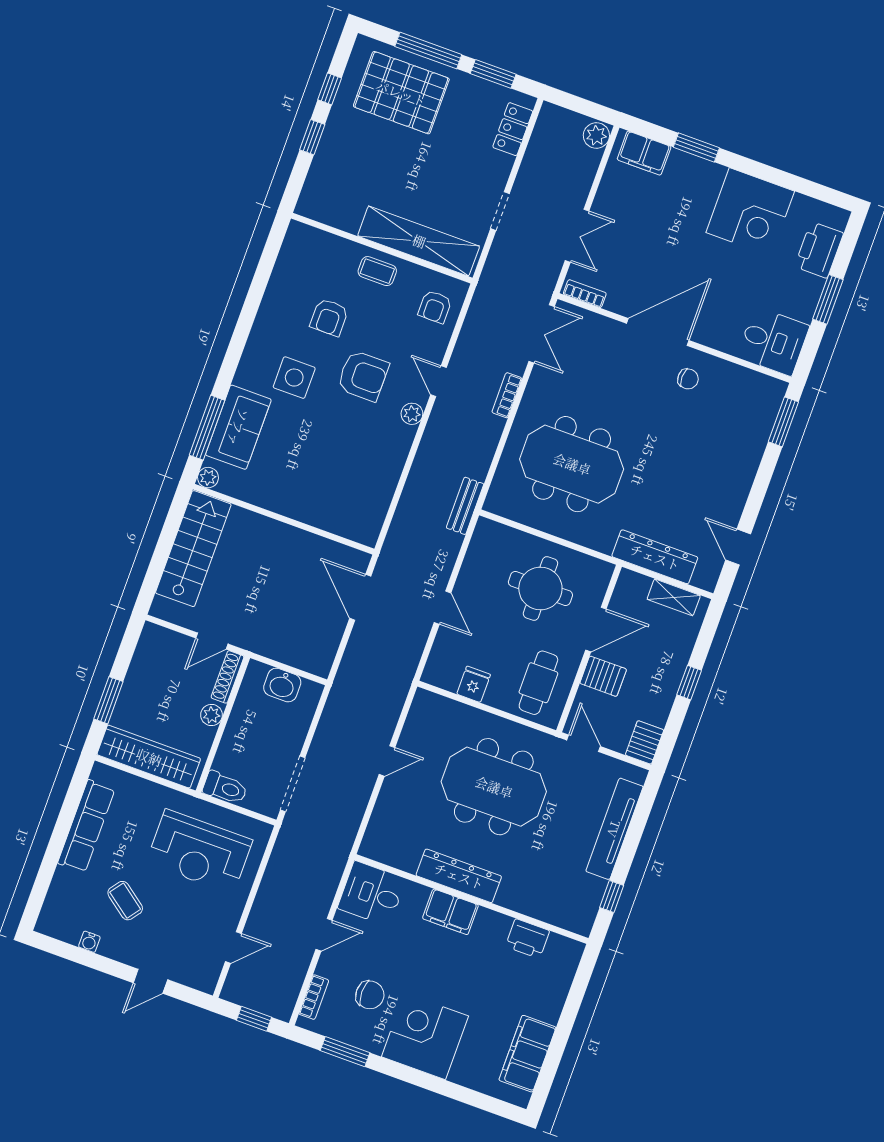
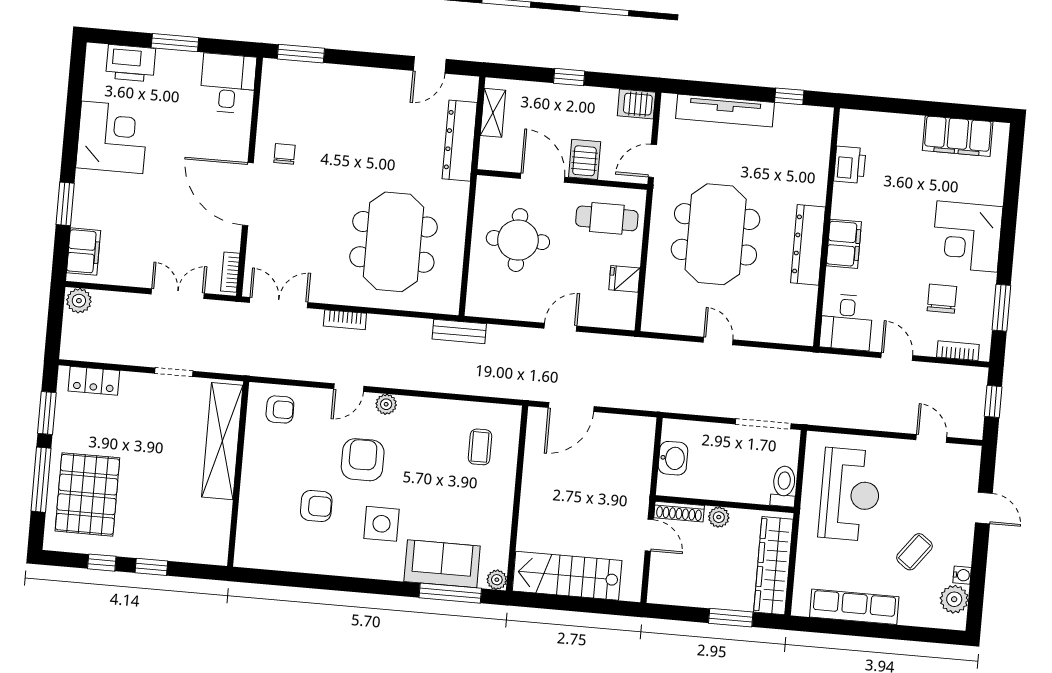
coffee table: (377, 271) -> (480, 447), moved
plant: (67, 928) -> (954, 599), added

